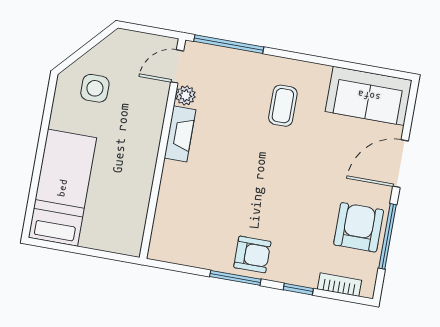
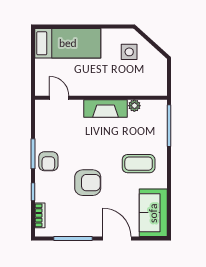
door: (177, 66) -> (59, 98), moved
coffee table: (283, 106) -> (139, 164), width x1.36, depth x1.30
fireplace: (180, 134) -> (106, 109), width x1.37, depth x1.32
armchair: (359, 227) -> (88, 183), moved

